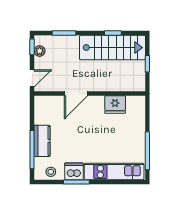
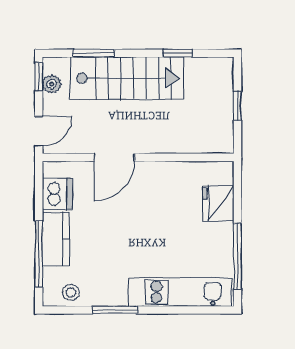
stairs: (112, 48) -> (127, 78), moved
fridge: (115, 104) -> (219, 203), moved, turned 90
dishwasher: (74, 171) -> (57, 194), moved, turned 90

